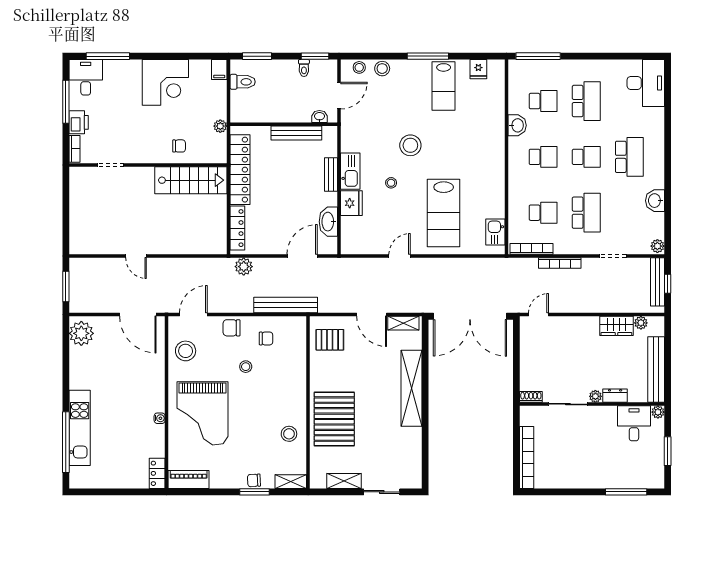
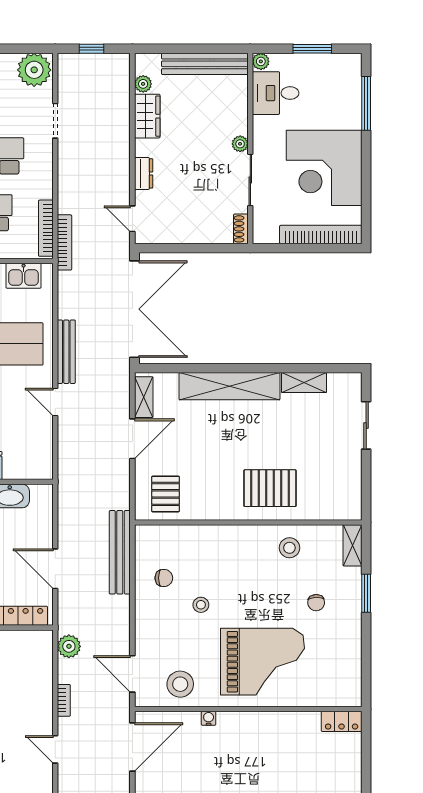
plant: (657, 246) -> (34, 70), width x1.88, depth x1.88
door: (136, 256) -> (55, 749), swing flipped
door: (302, 256) -> (55, 569), moved
bookcase: (173, 263) -> (64, 700), added
bookcase: (560, 263) -> (64, 242), moved
plant: (244, 267) -> (69, 646), moved
bench: (658, 282) -> (66, 352), moved, turned 90
chair: (232, 328) -> (150, 624), removed
chair: (266, 338) -> (164, 578), turned 90
dresser: (615, 396) -> (144, 173), moved, turned 180
water cooler: (160, 418) -> (209, 718), moved
pallet: (334, 419) -> (270, 488), width x0.73, depth x0.71
corner desk: (577, 460) -> (324, 168), added
piano: (189, 480) -> (350, 680), removed
chair: (254, 480) -> (316, 603), moved
shelving: (344, 481) -> (304, 383), moved, turned 90

